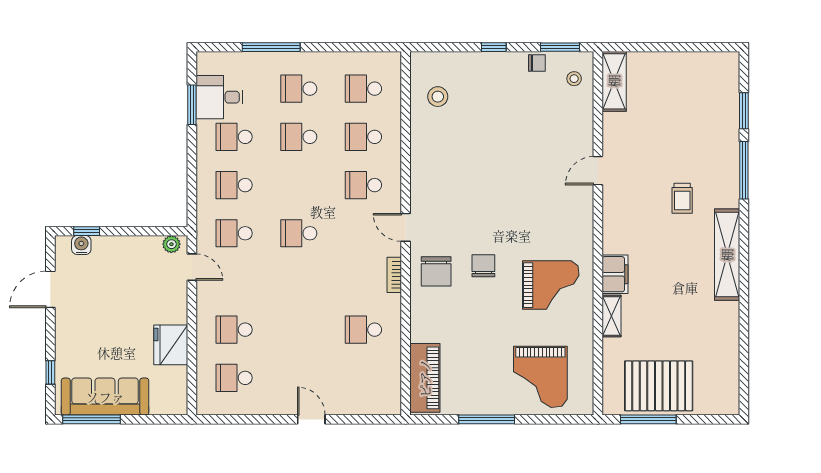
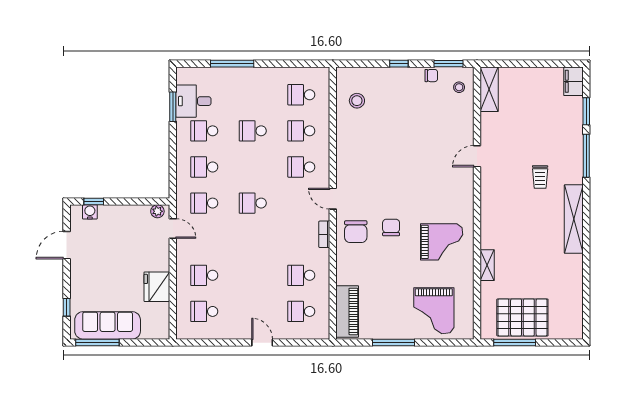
school desk: (299, 89) -> (301, 311), moved
filing cabinet: (615, 274) -> (573, 81), moved, turned 180

